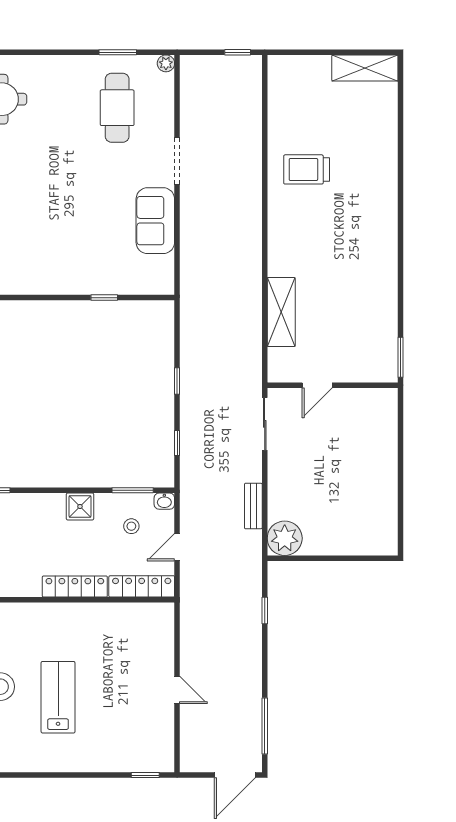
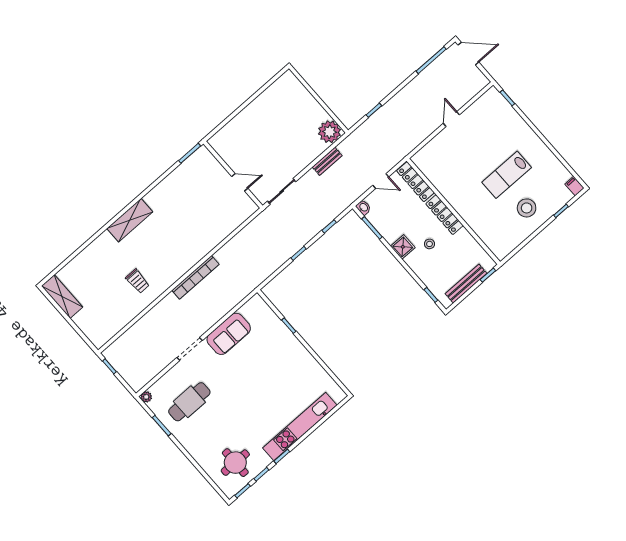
trolley: (307, 169) -> (138, 281), width x0.73, depth x0.72
bookcase: (253, 240) -> (196, 277), added
shelving: (281, 312) -> (130, 220), moved
stool: (131, 526) -> (429, 244), moved

